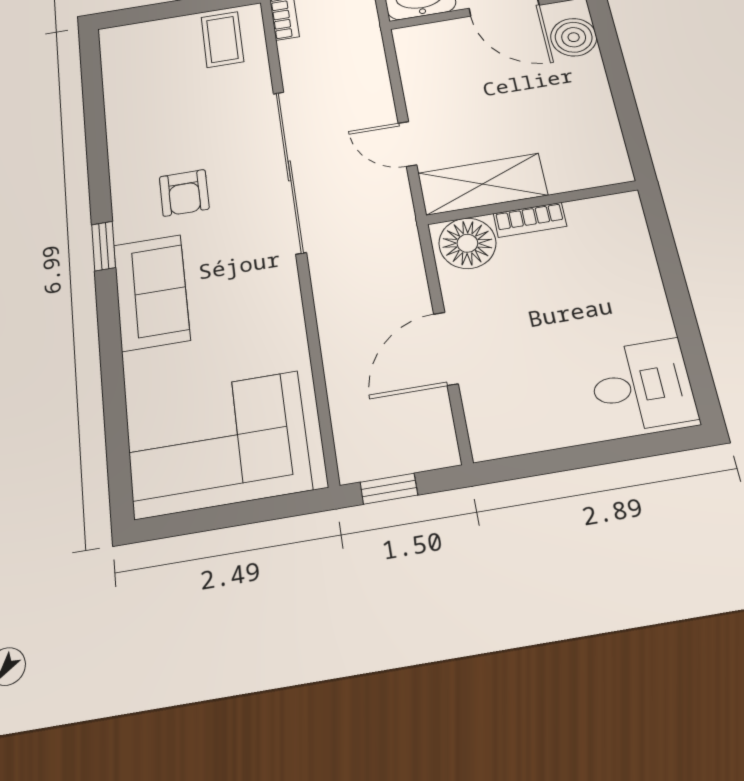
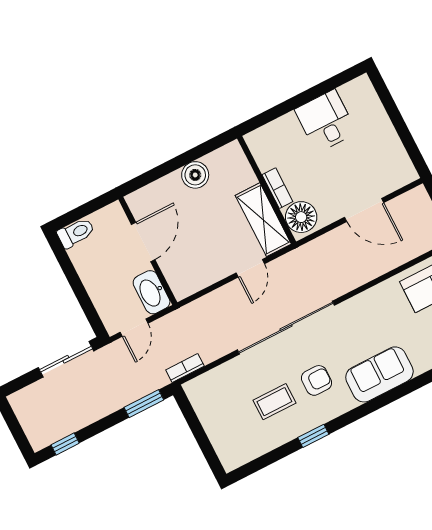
boiler: (574, 37) -> (195, 175), moved
coffee table: (222, 39) -> (274, 402), moved
window: (104, 246) -> (313, 436), moved
desk: (642, 386) -> (326, 121), moved

